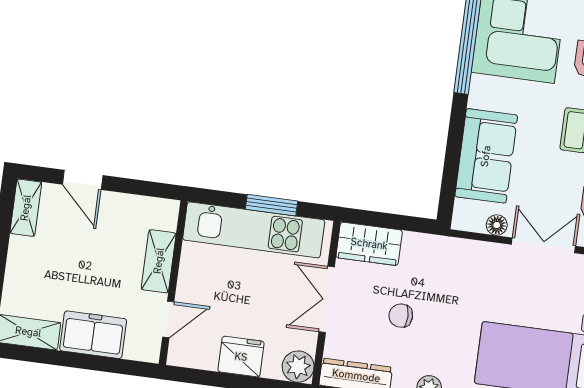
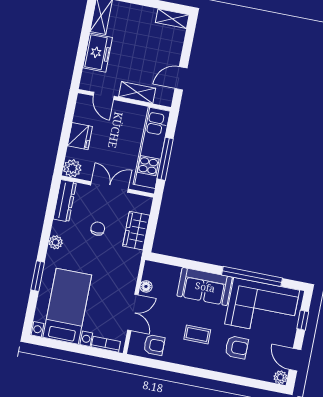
sofa: (486, 156) -> (205, 287), moved
door: (83, 180) -> (181, 78), moved
window: (272, 205) -> (165, 159), width x1.44
wardrobe: (369, 244) -> (136, 231), moved

